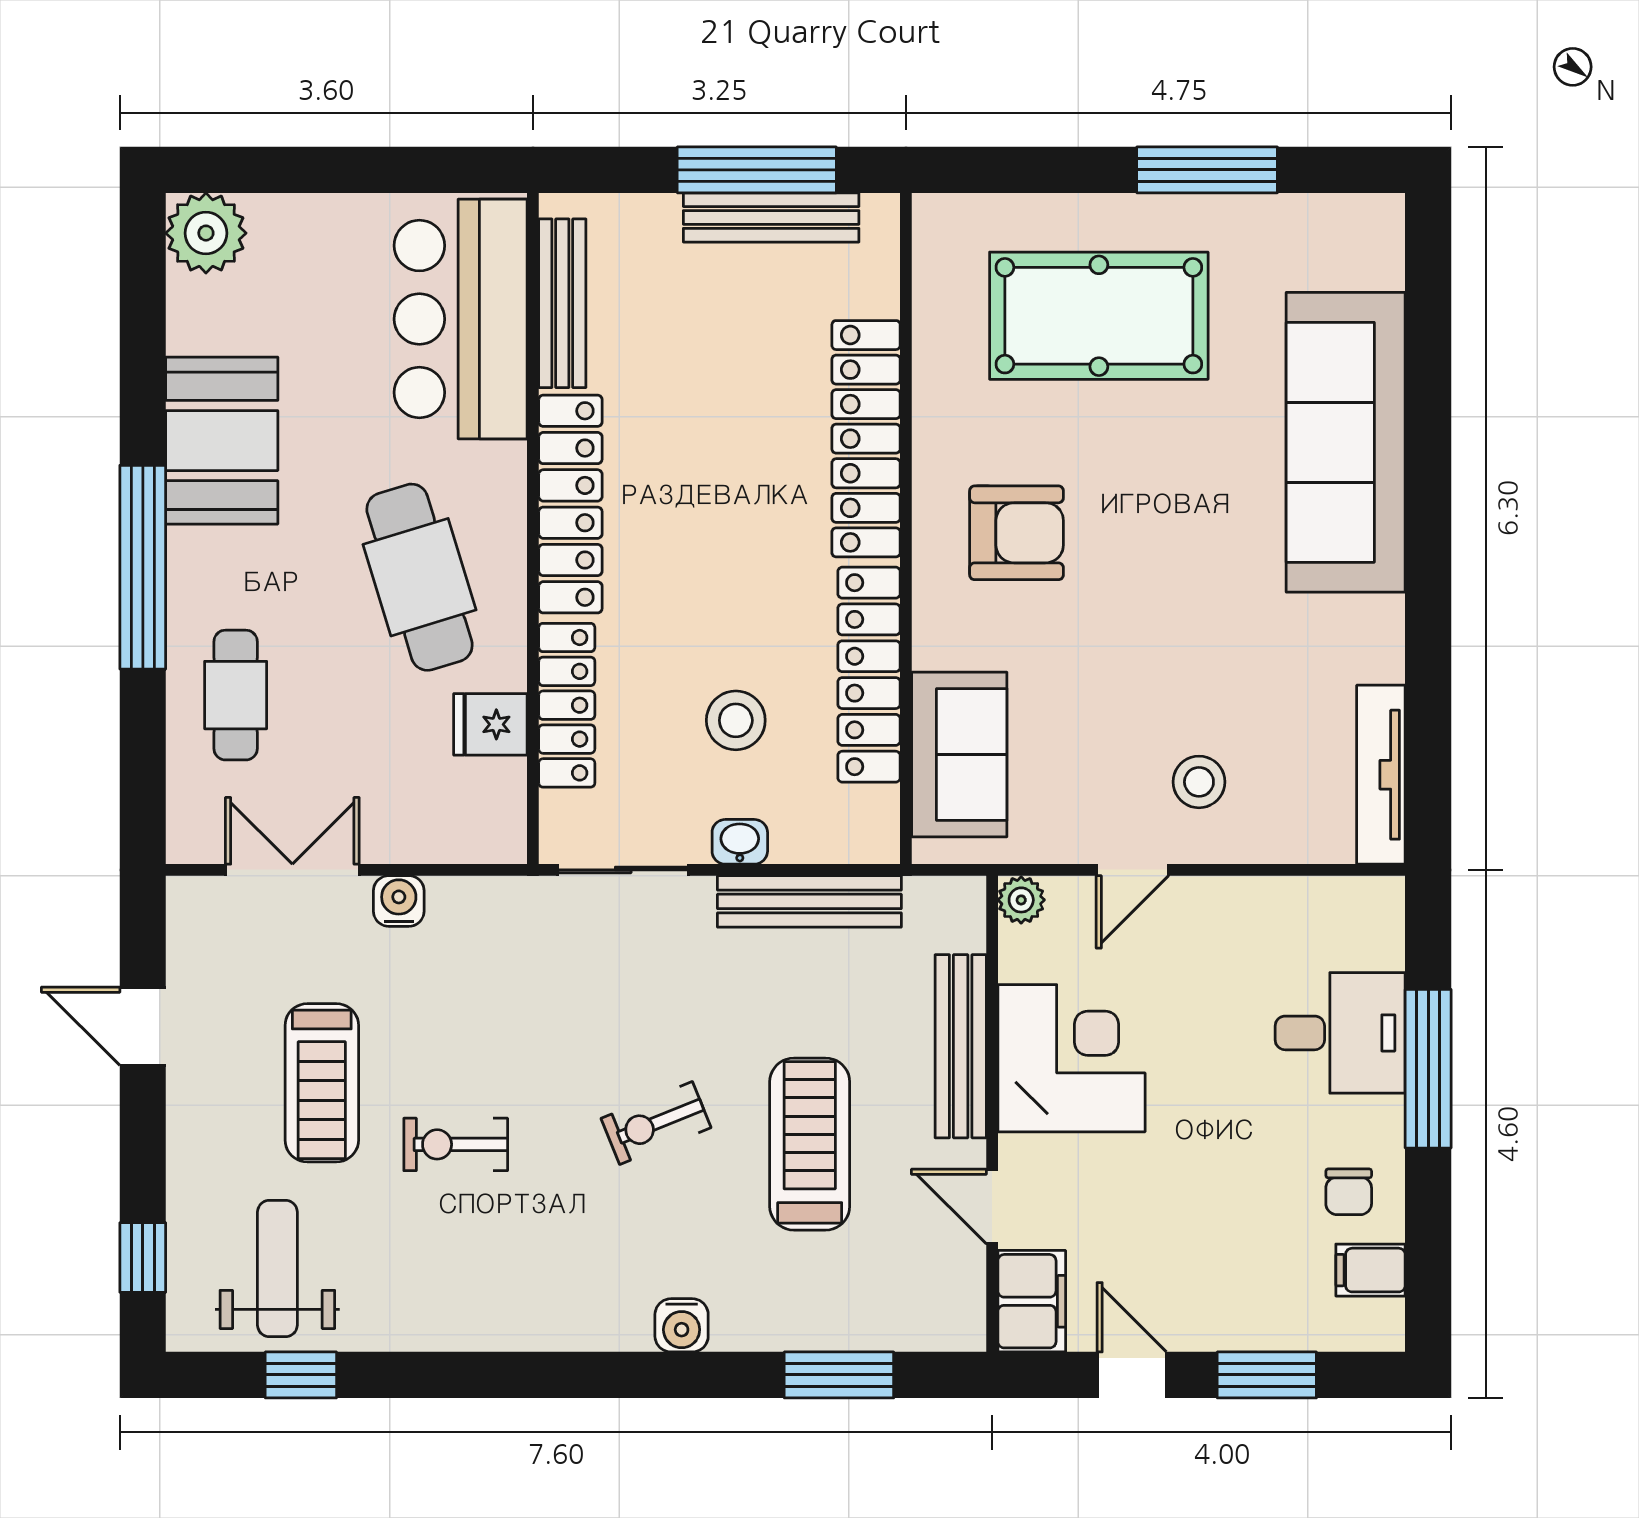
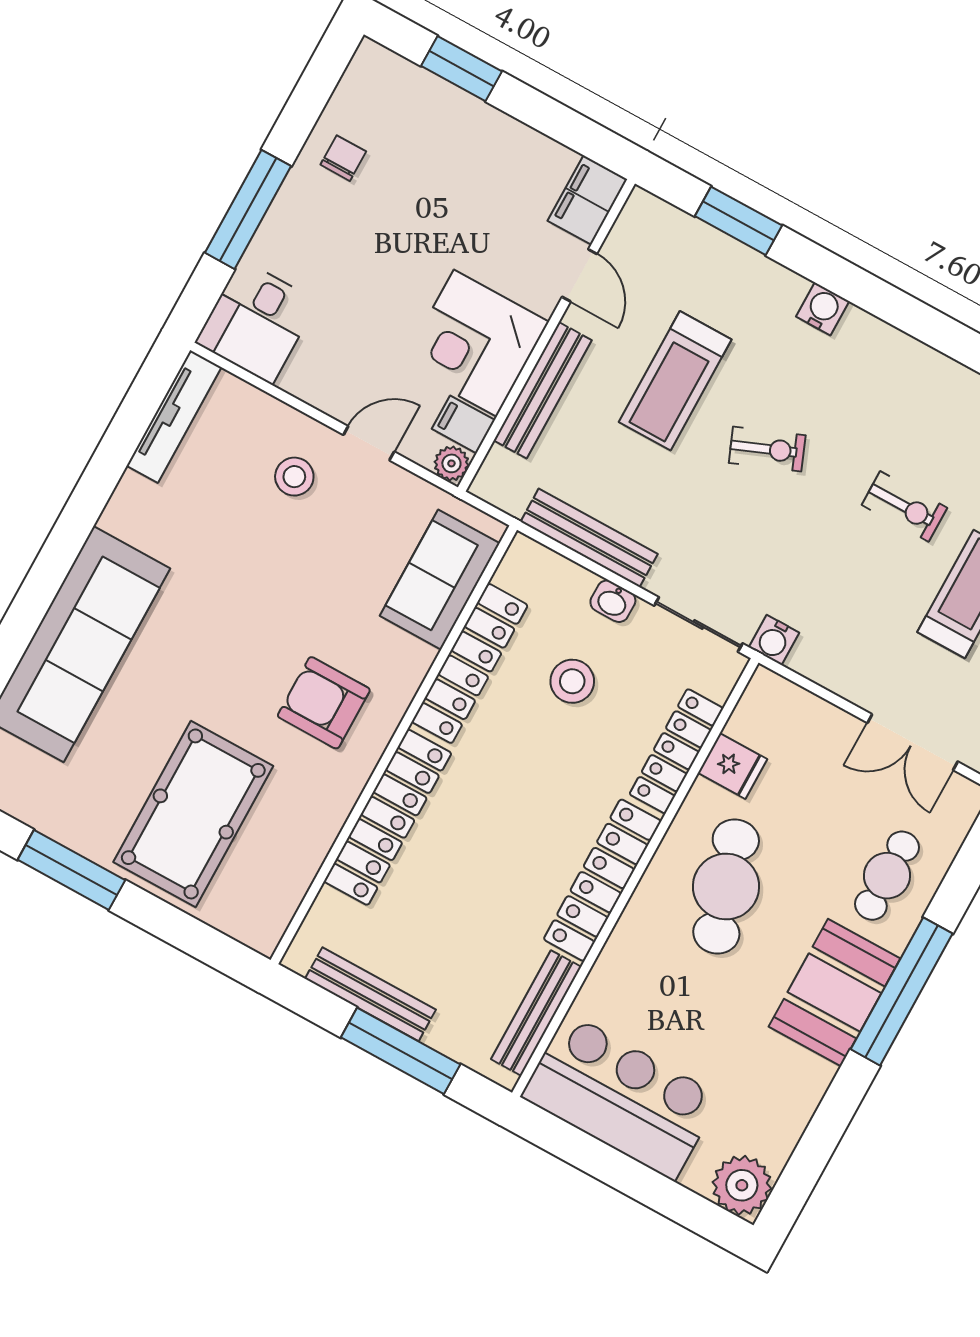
window: (757, 170) -> (401, 1051), moved
pool table: (1099, 316) -> (193, 814), turned 90
bar counter: (461, 319) -> (621, 1096), moved, turned -90
booth: (222, 441) -> (834, 993), moved
water cooler: (399, 901) -> (774, 640), moved
desk: (1340, 1033) -> (256, 322), moved, turned -90
filing cabinet: (1371, 1270) -> (463, 424), moved, turned 180
door: (1132, 1375) -> (549, 117), removed

